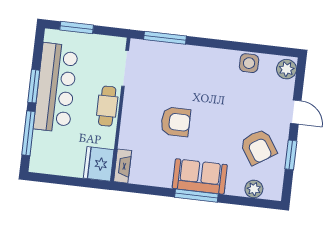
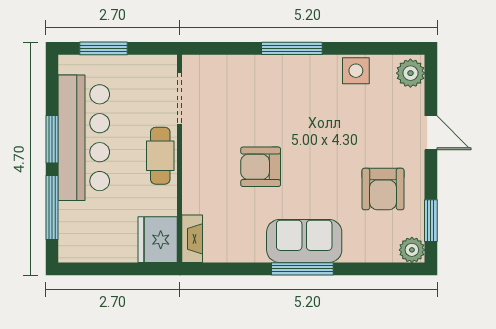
window: (165, 38) -> (292, 48), moved
armchair: (176, 122) -> (261, 167), turned 180
armchair: (258, 147) -> (383, 189), turned 33
window: (291, 155) -> (431, 221), moved
plant: (254, 189) -> (412, 250), moved

